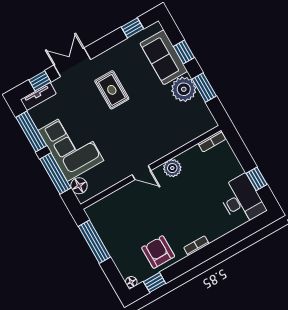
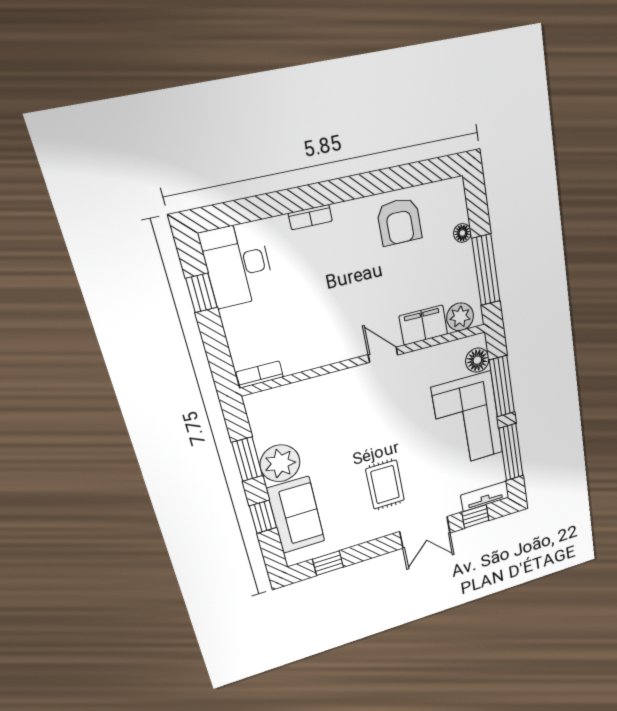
plant: (172, 168) -> (460, 317), moved
filing cabinet: (122, 197) -> (423, 325), added
bookcase: (196, 246) -> (310, 217), moved
floor lamp: (131, 282) -> (462, 233), moved
window: (155, 282) -> (421, 173), removed

